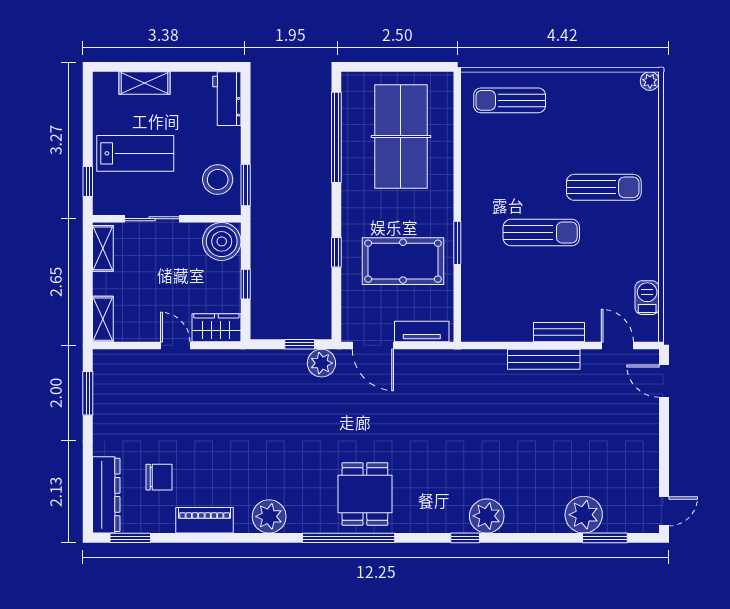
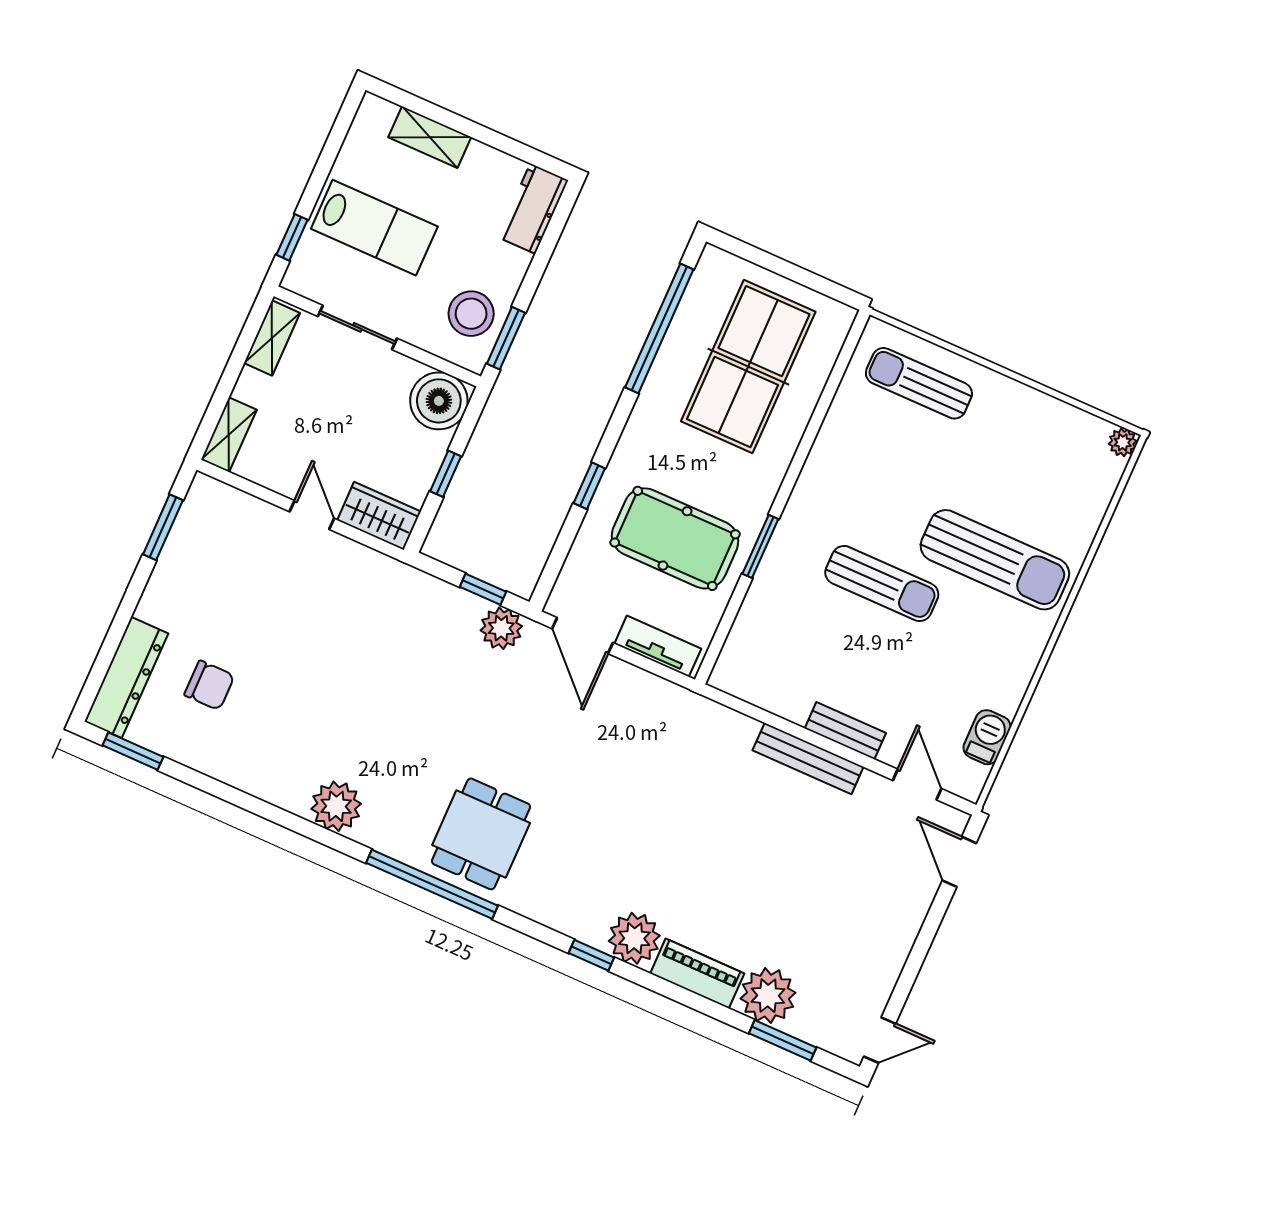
sun lounger: (604, 187) -> (995, 560), width x1.36, depth x1.34
piano: (205, 520) -> (697, 973), moved

